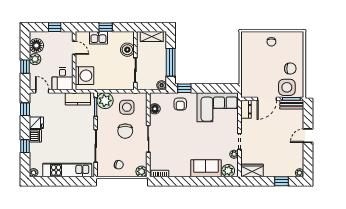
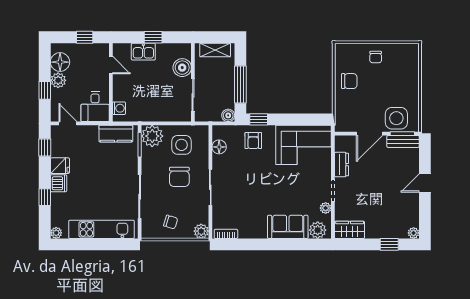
chair: (290, 69) -> (349, 81), moved
washing machine: (84, 76) -> (119, 108), width x0.53, depth x0.53
dresser: (246, 109) -> (341, 165), moved

